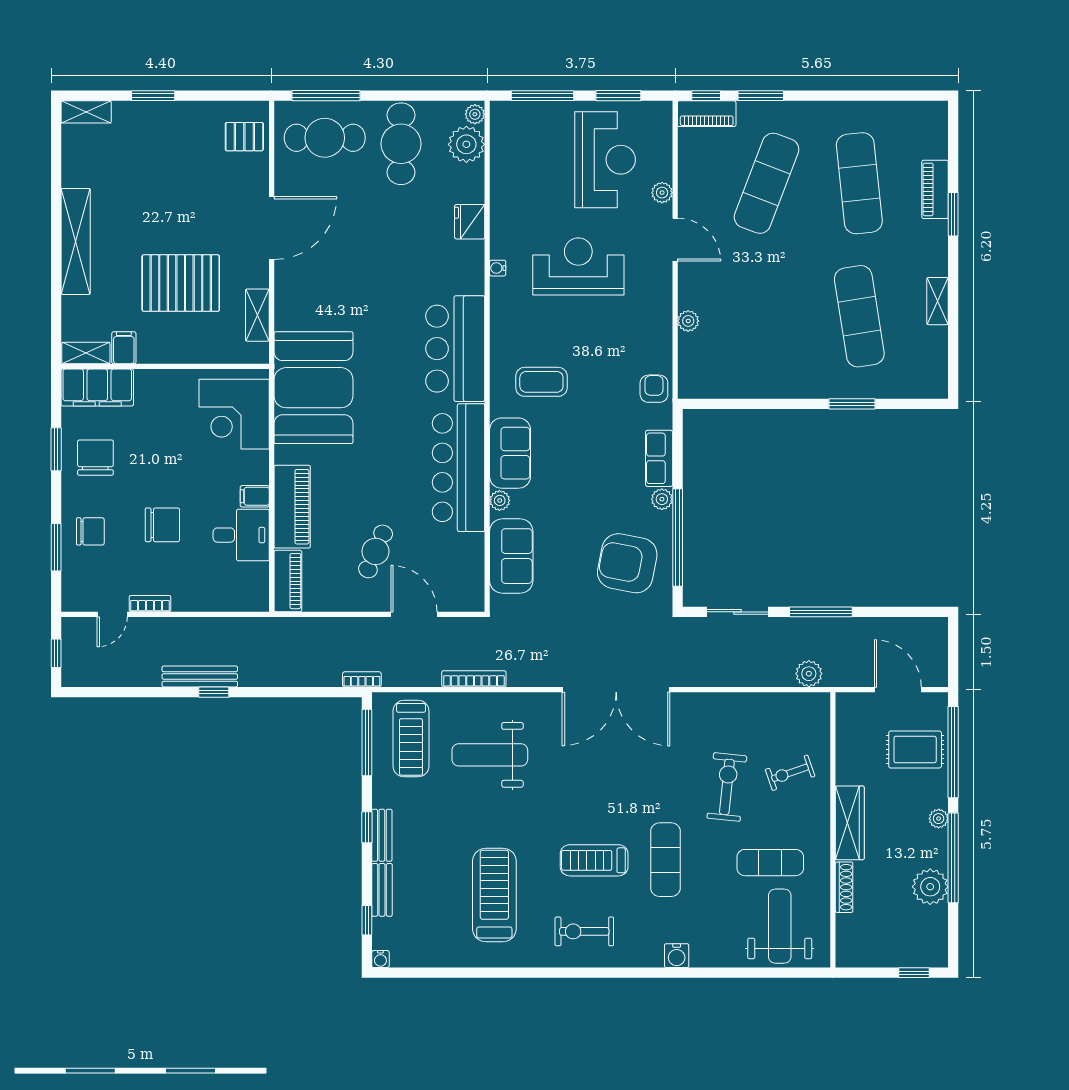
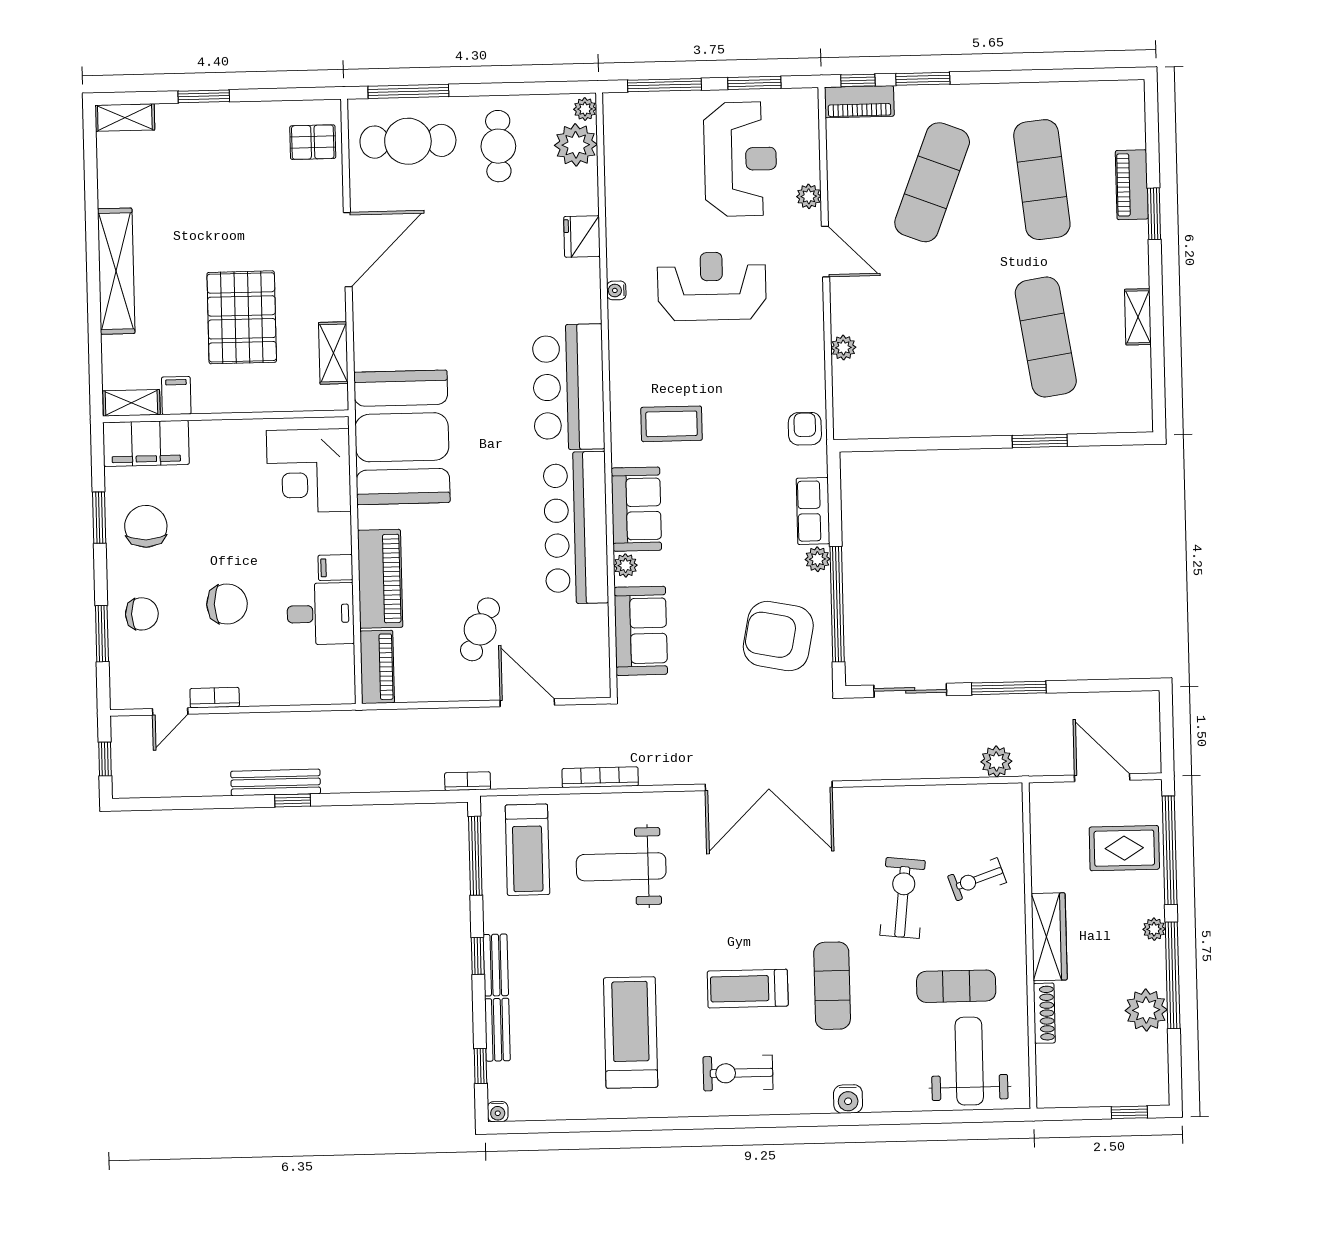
cafe table: (401, 144) -> (498, 146), width x0.73, depth x0.74
pallet: (181, 283) -> (242, 317), turned 90

